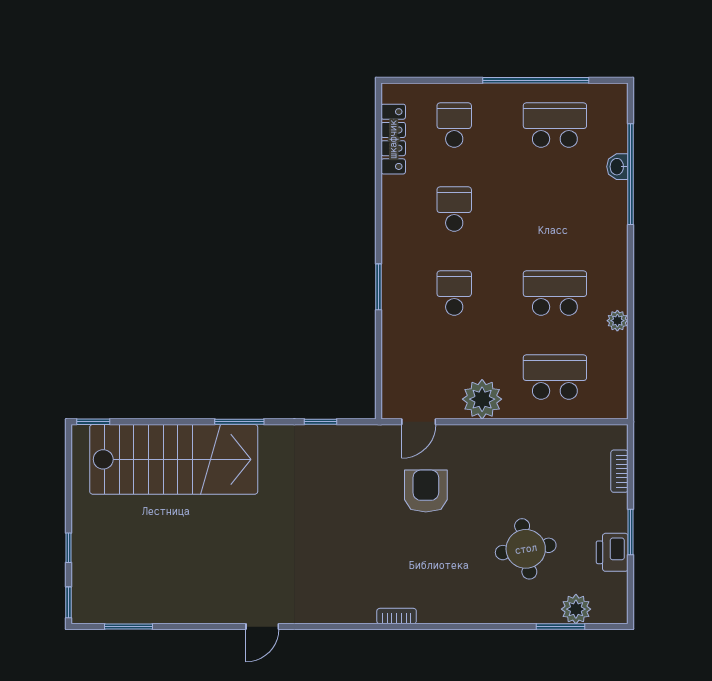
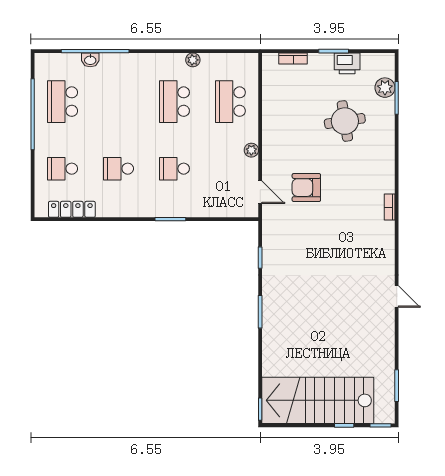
plant: (482, 399) -> (251, 150), width x0.53, depth x0.53
stairs: (174, 459) -> (318, 400), moved, turned -90

